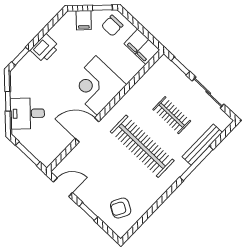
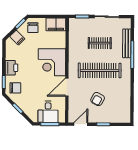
chair: (27, 75) -> (15, 88), added
desk: (27, 113) -> (48, 112), moved, turned -45
armchair: (121, 208) -> (98, 99), moved

